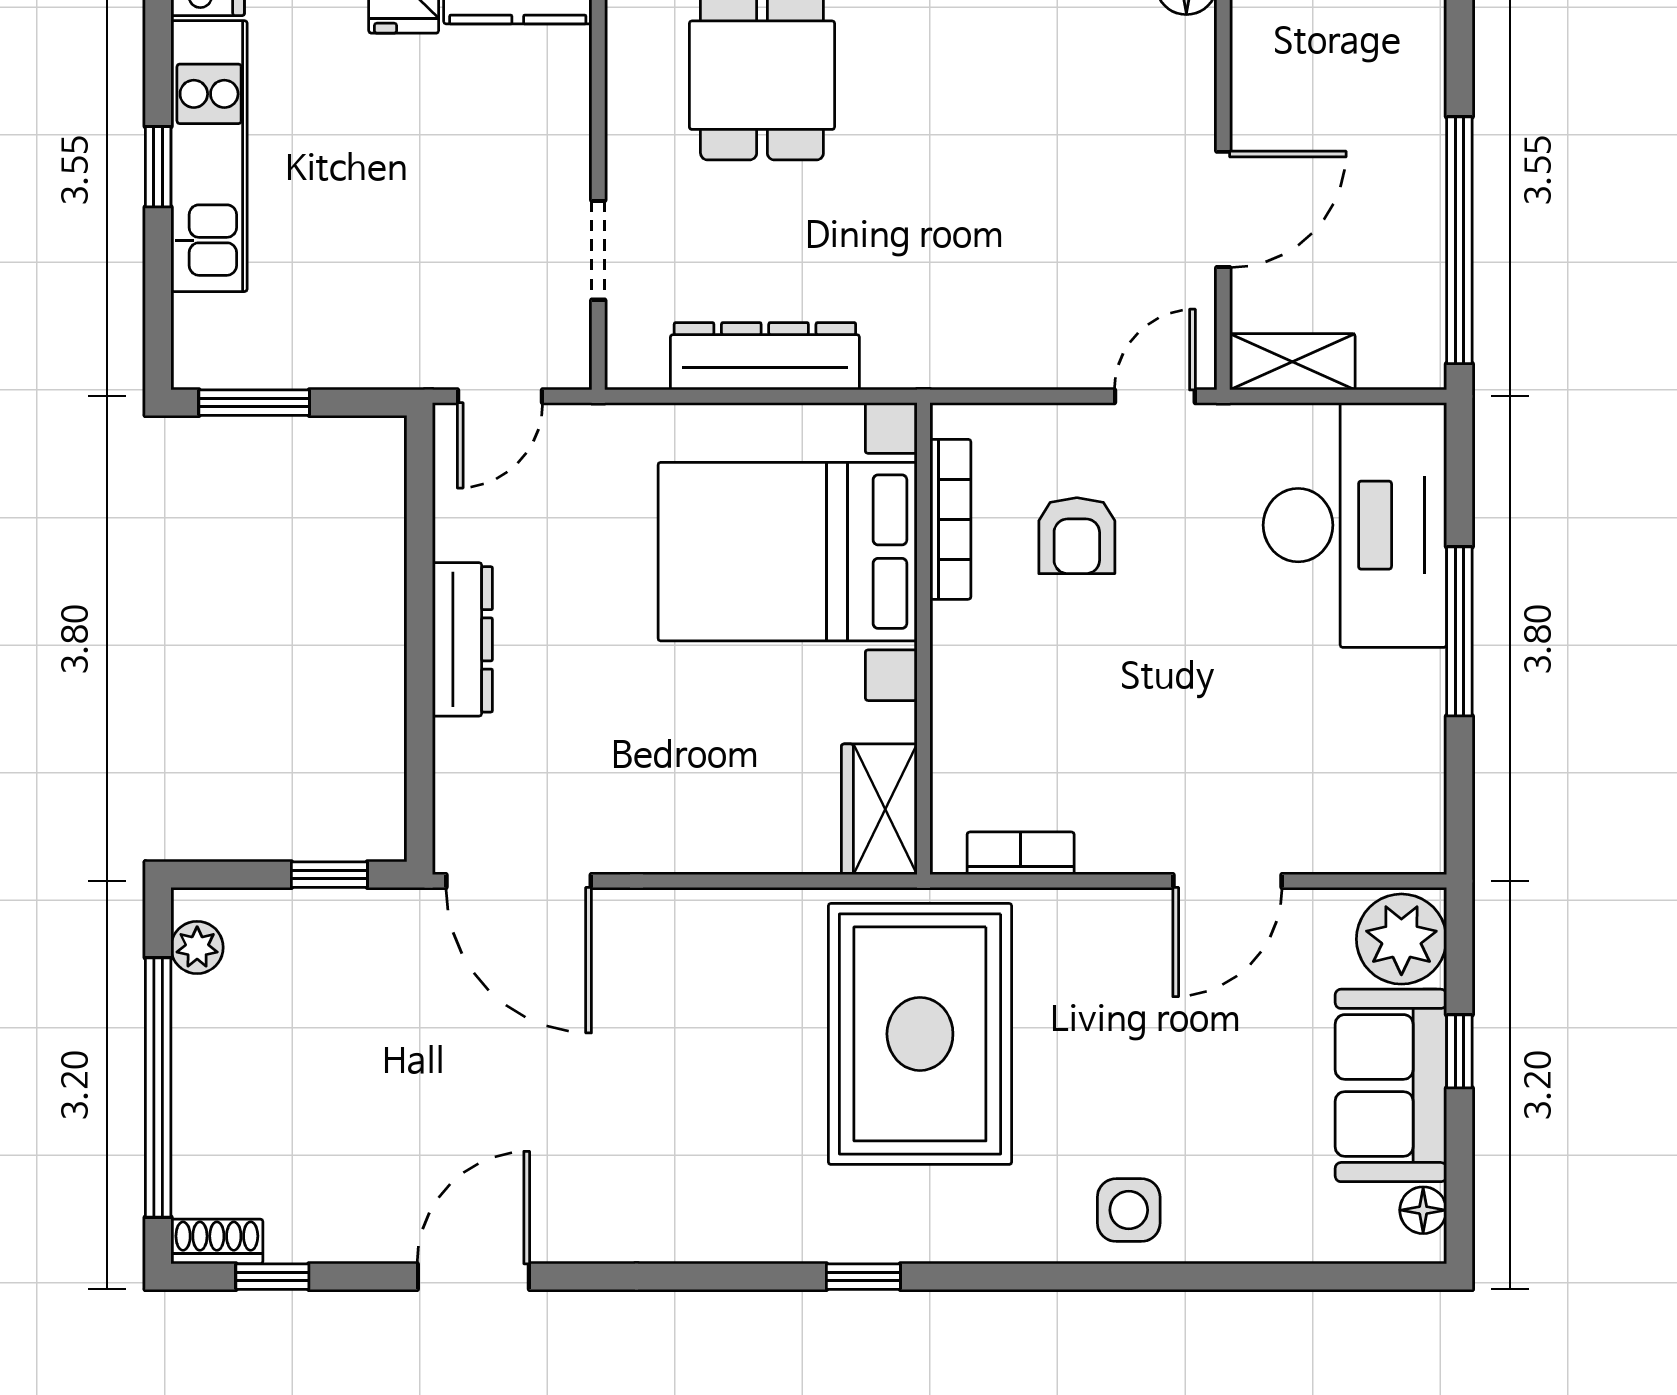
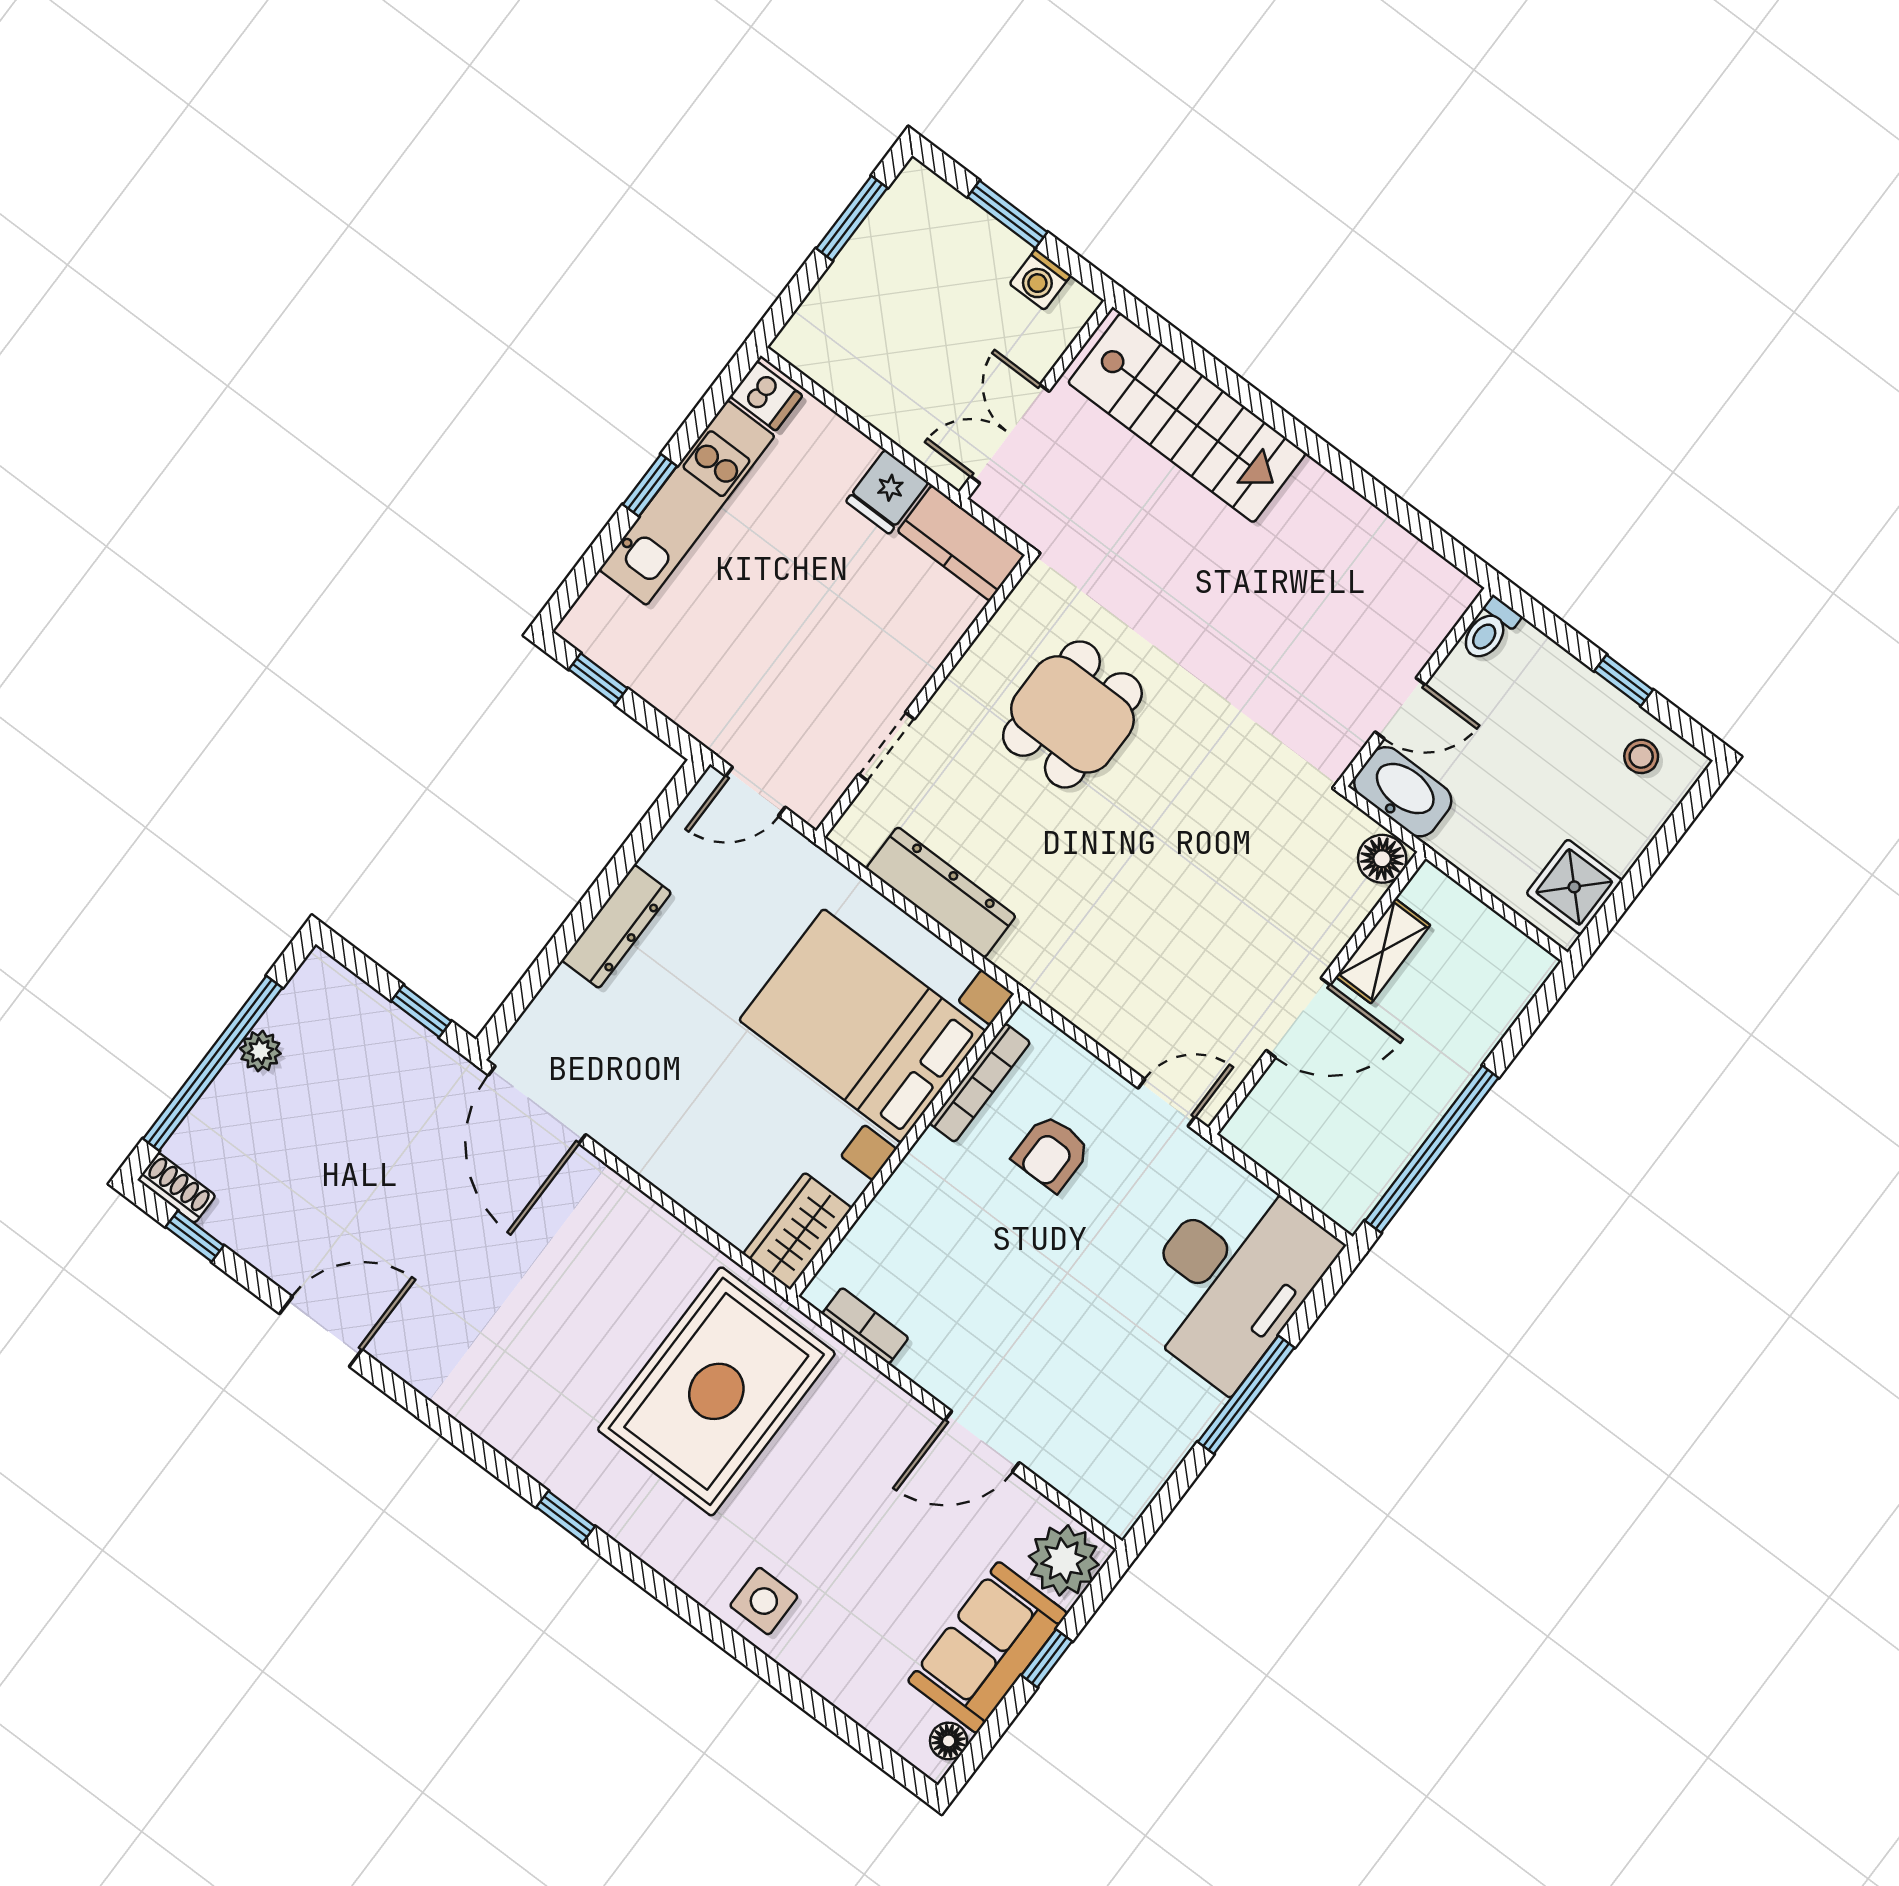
shelving: (1292, 362) -> (1383, 951), moved, turned 90
window: (254, 403) -> (598, 679), width x0.67
plant: (197, 947) -> (260, 1051), moved

